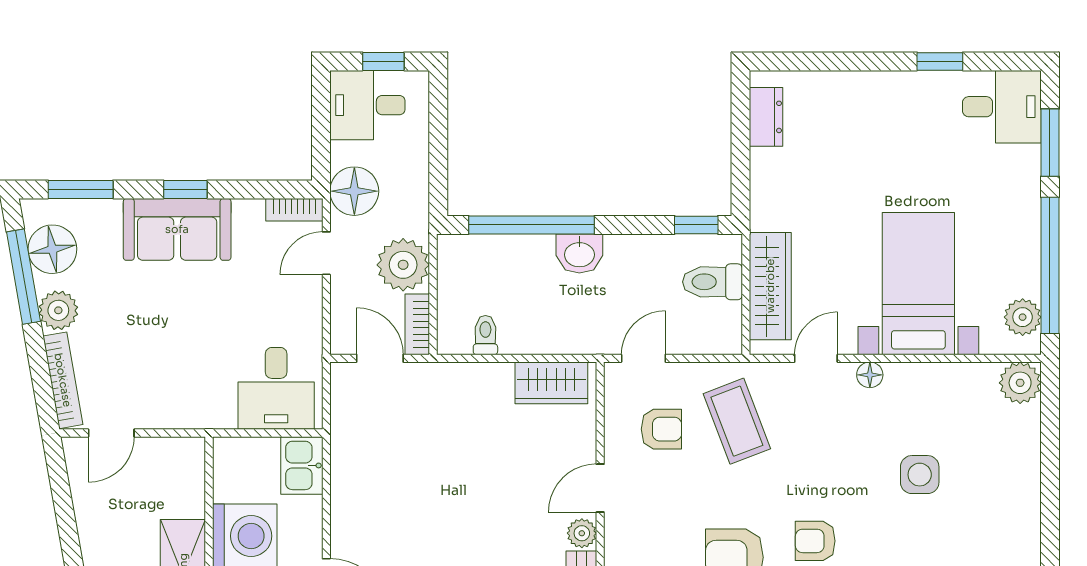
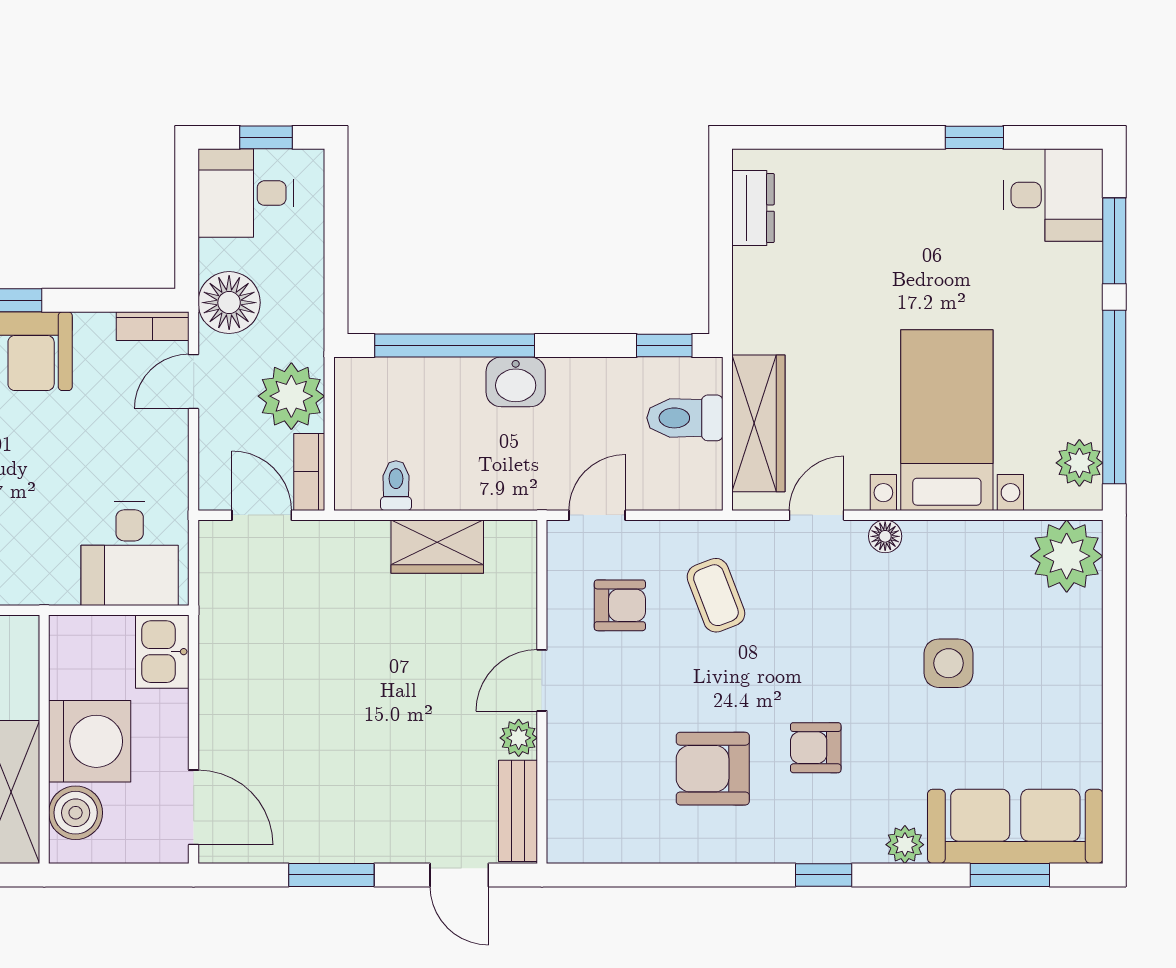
wardrobe: (551, 383) -> (437, 547), moved
plant: (1020, 383) -> (1067, 556), width x1.36, depth x1.36
coffee table: (737, 421) -> (716, 595), width x0.73, depth x0.77

